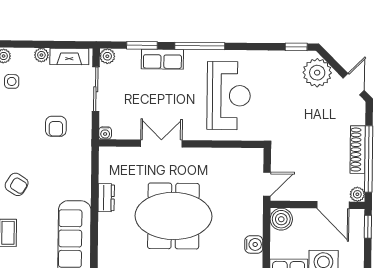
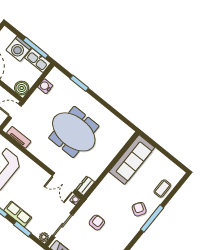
double door: (161, 143) -> (64, 183), moved
tv unit: (236, 155) -> (19, 137), added
dresser: (106, 198) -> (85, 186), moved

